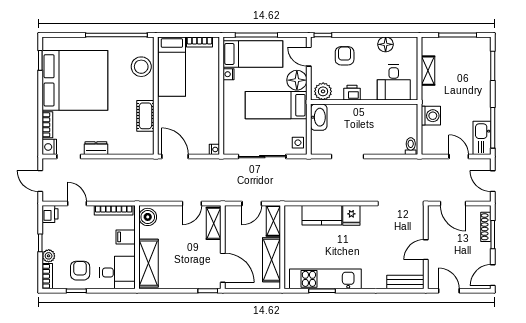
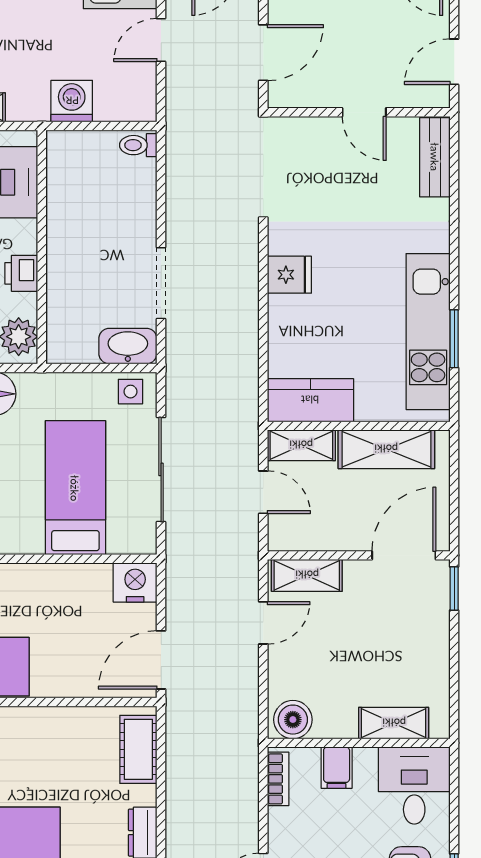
bed: (276, 105) -> (75, 488), moved, turned 180
cot: (145, 116) -> (138, 749), moved, turned 90
washbasin: (319, 117) -> (128, 346), moved
nightstand: (214, 149) -> (135, 582), width x1.89, depth x1.79
door: (192, 203) -> (263, 623), hinge flipped
bookcase: (114, 210) -> (278, 779), width x0.64
kitchen counter: (322, 215) -> (310, 400), moved, turned -90
shelving: (149, 263) -> (394, 723), width x0.67, depth x0.75

